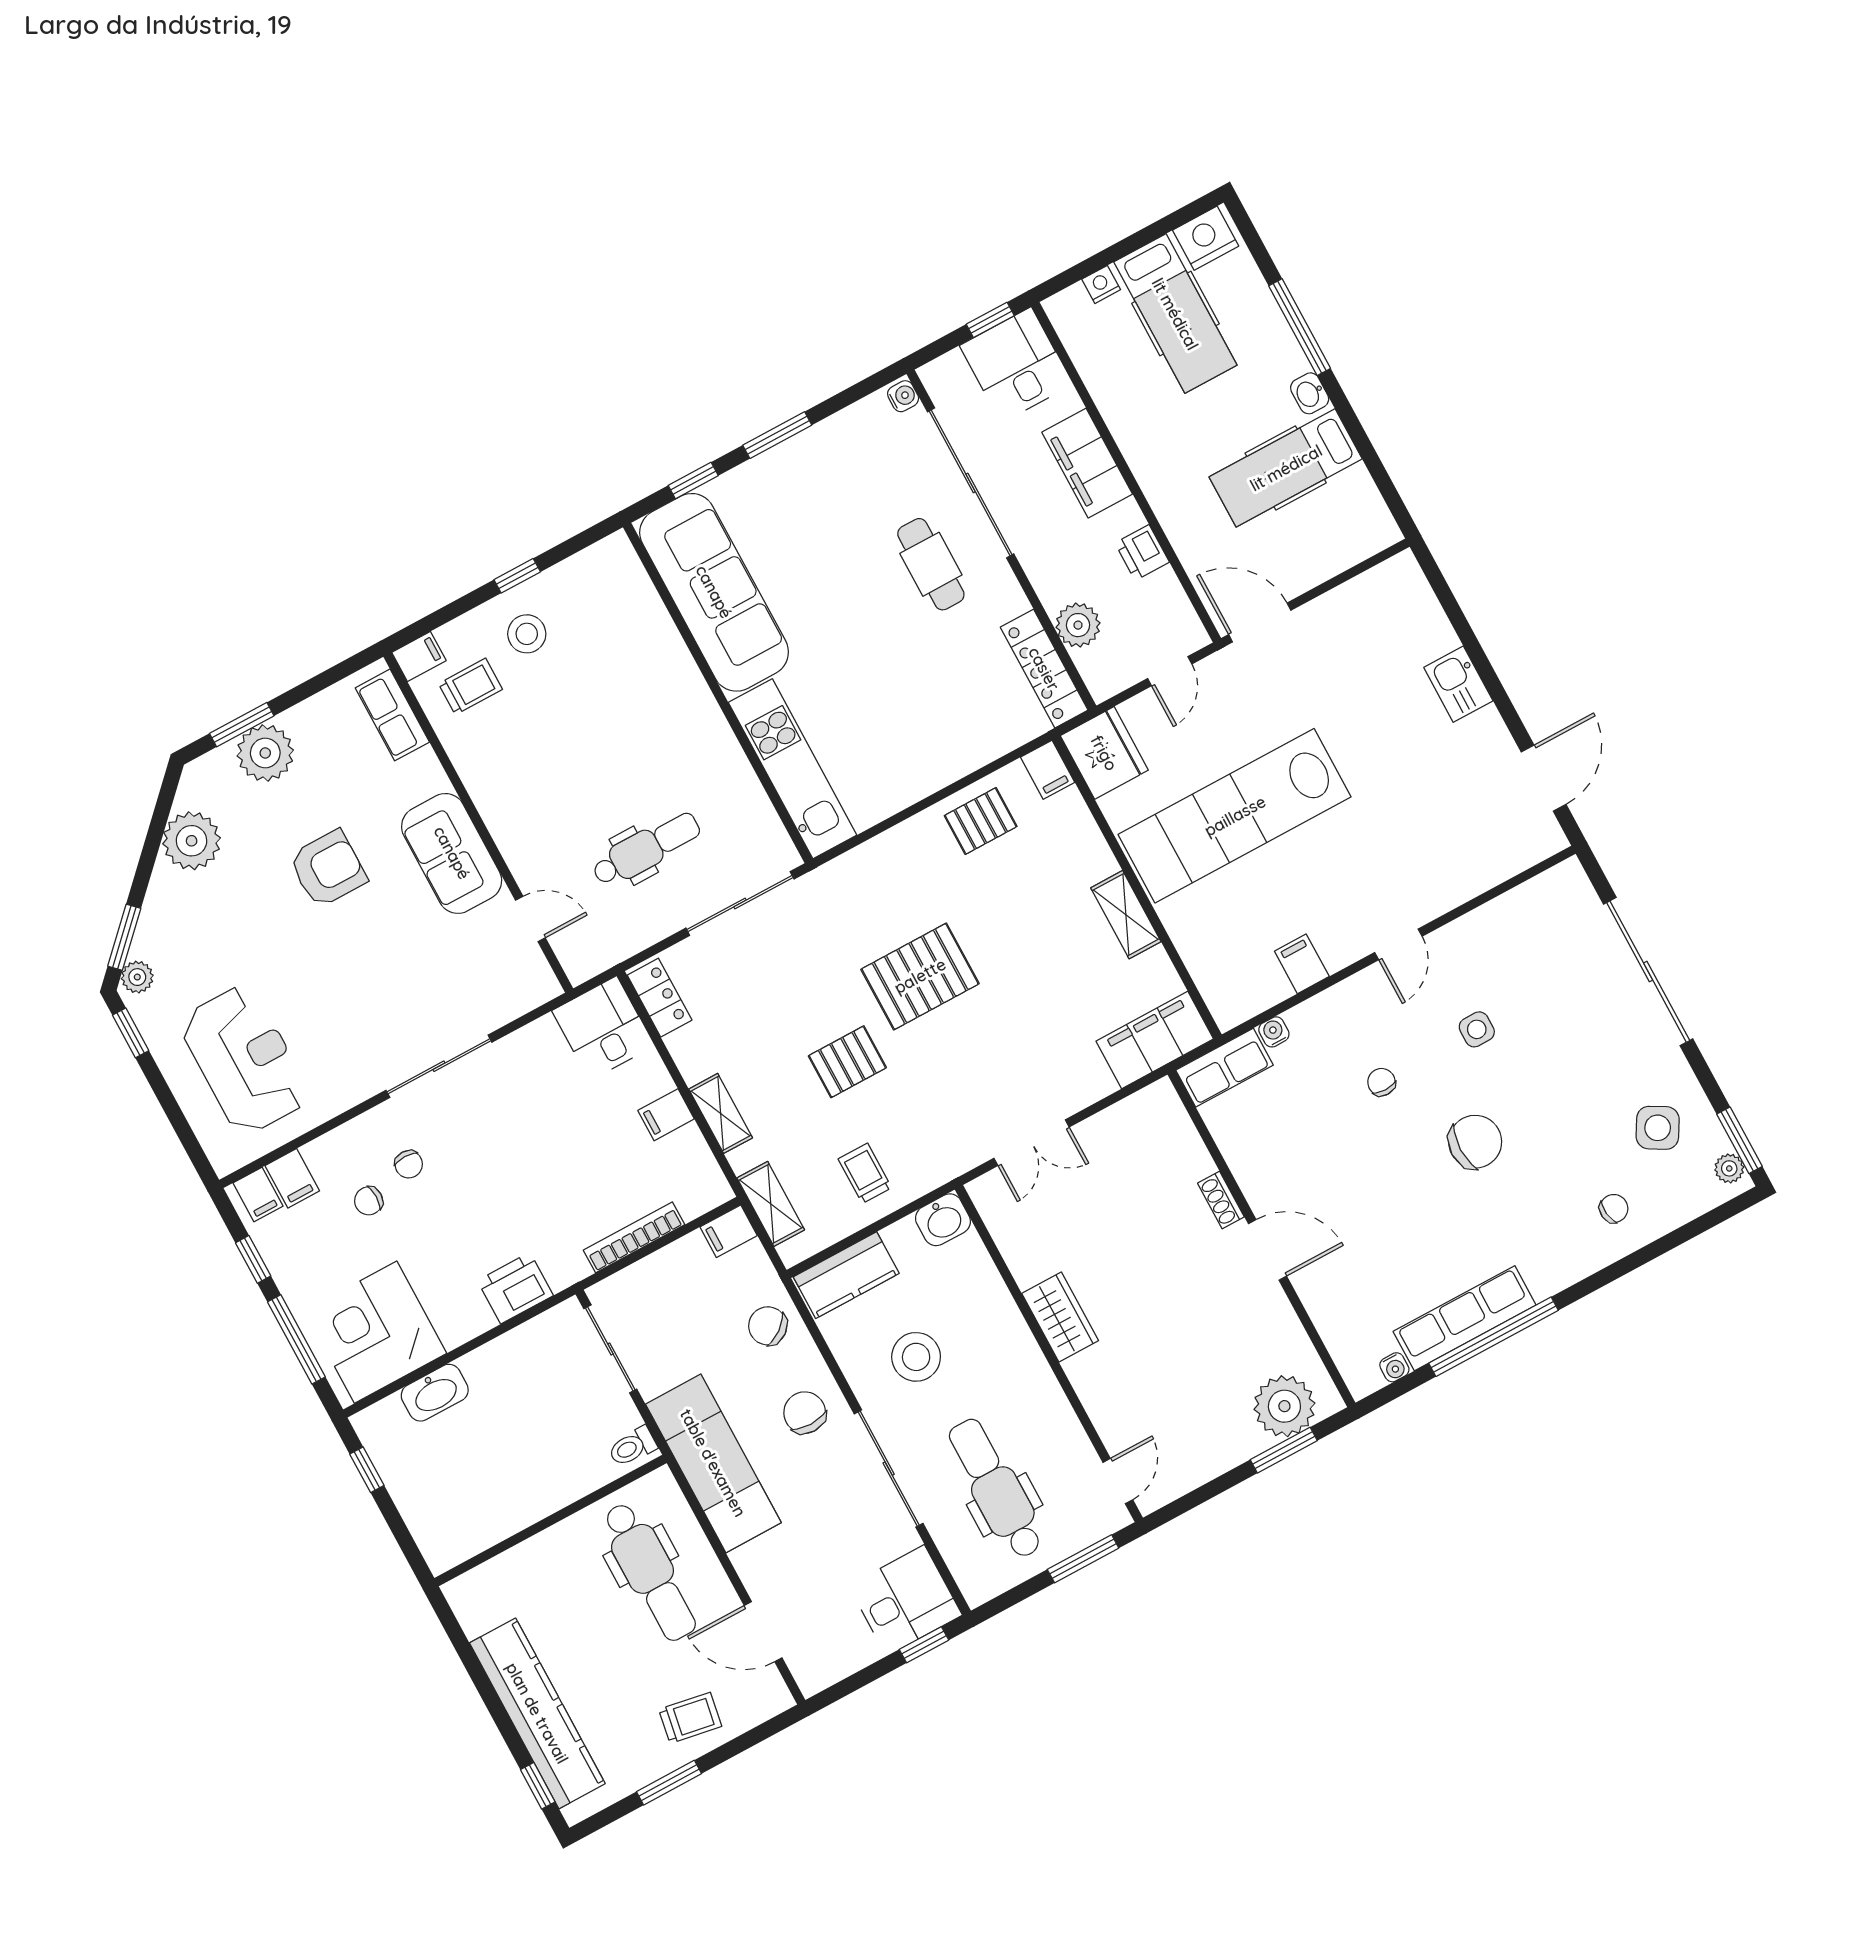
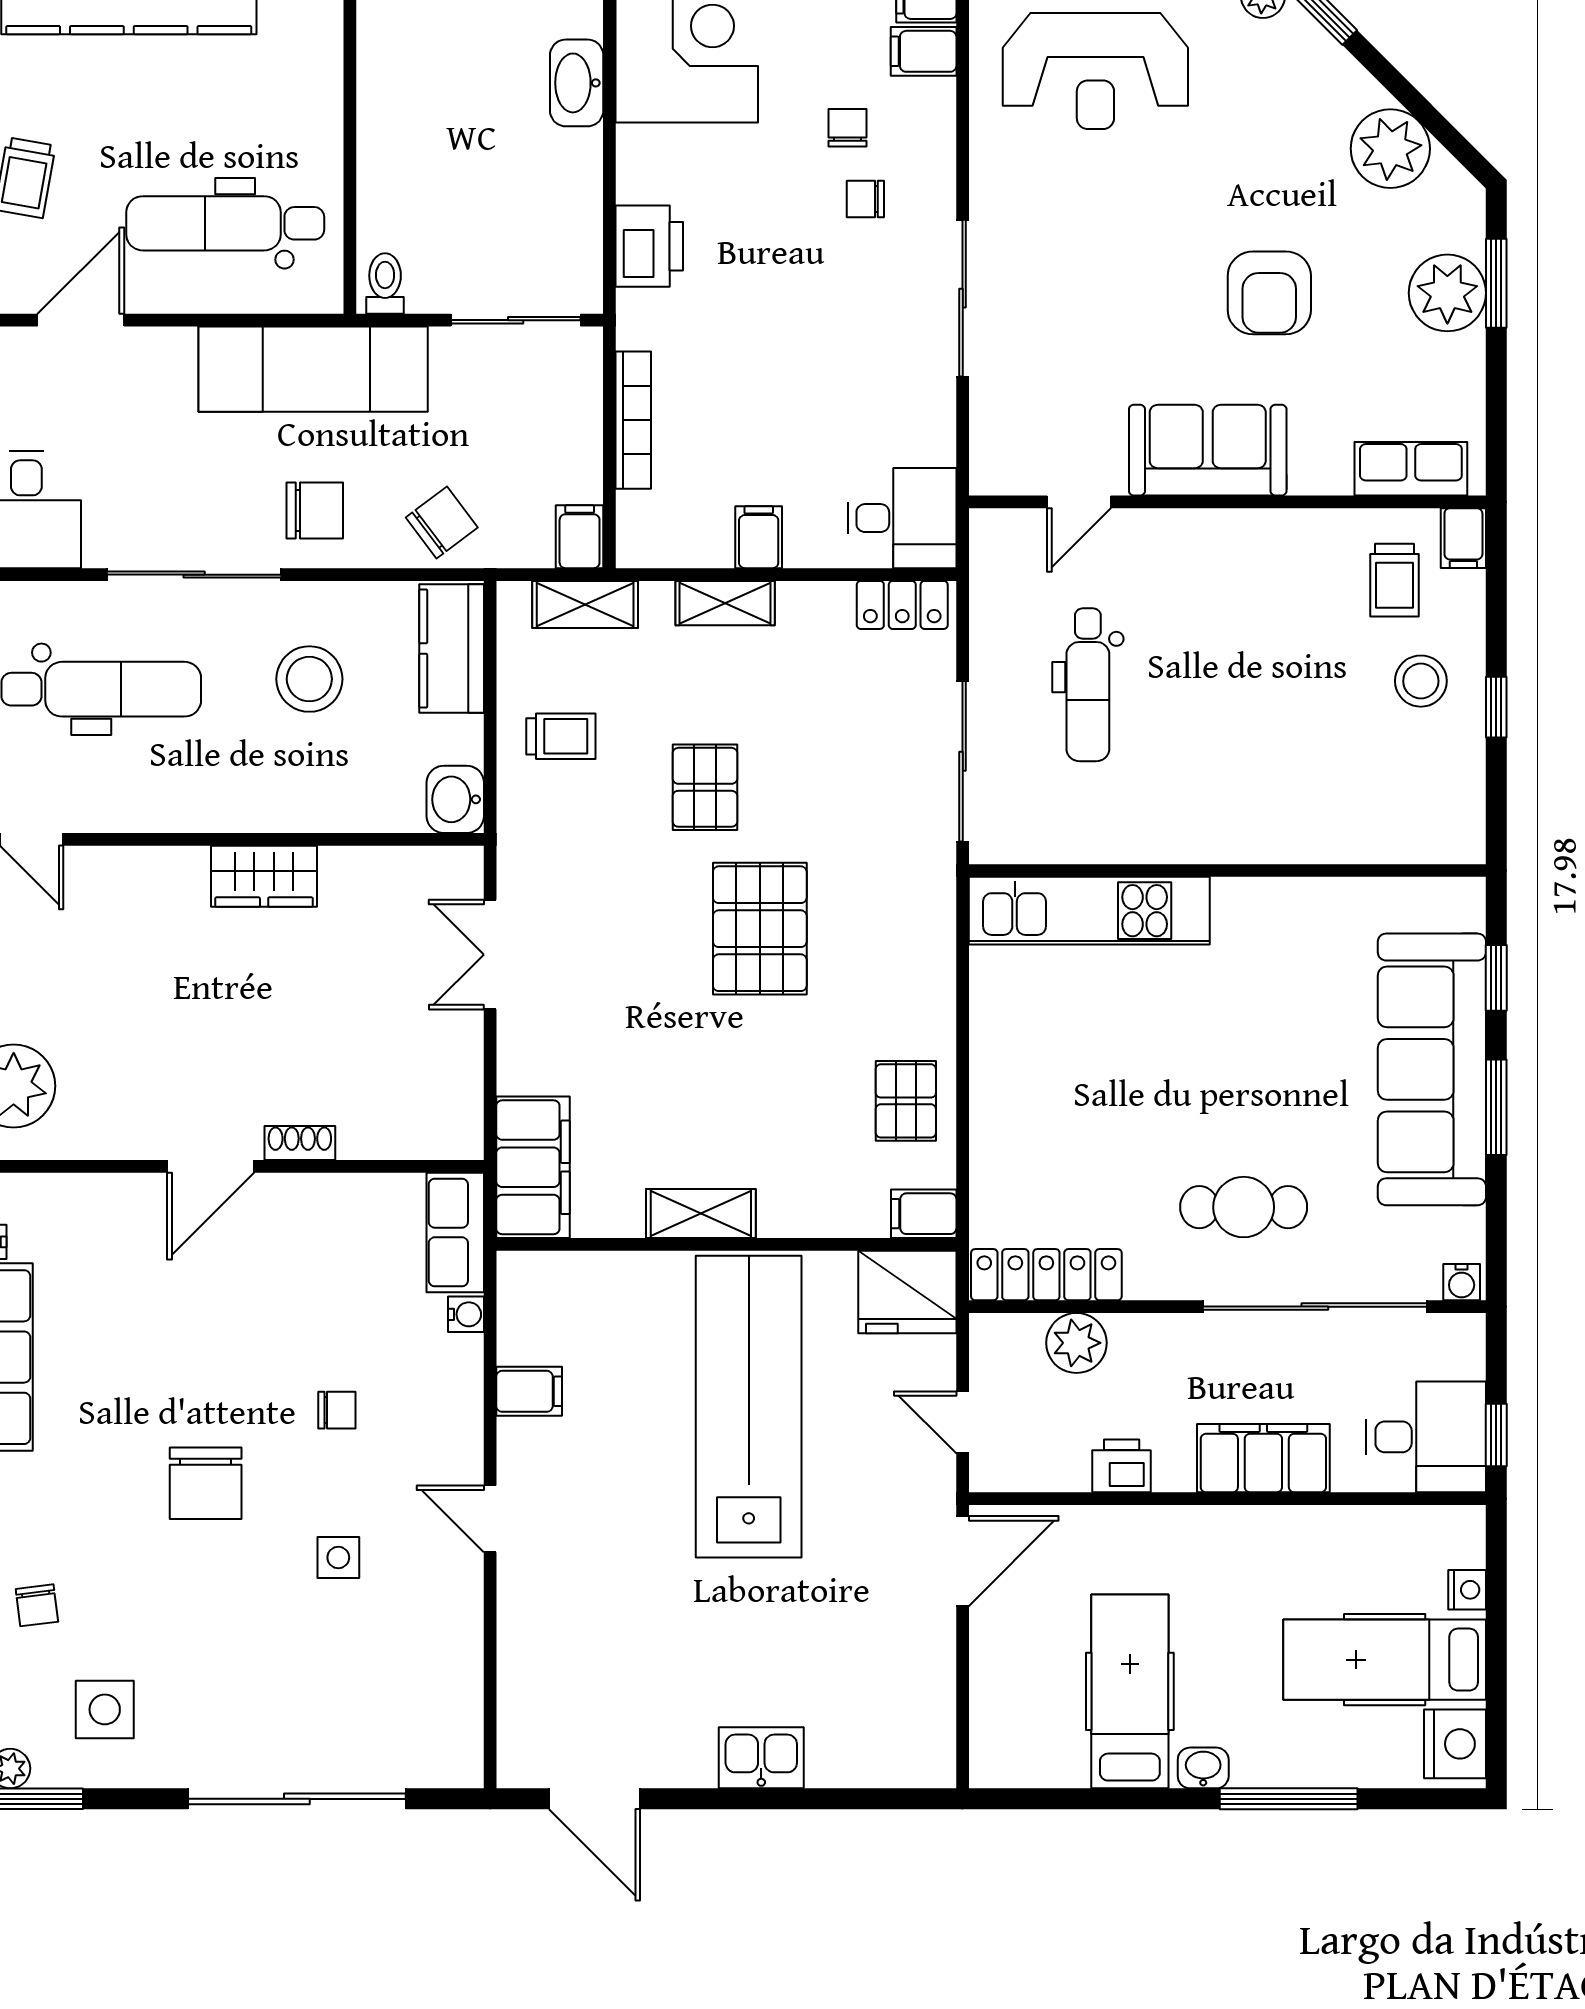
sofa: (714, 592) -> (1432, 1069), moved, turned 90
side table: (1658, 1128) -> (105, 1709), turned -30

